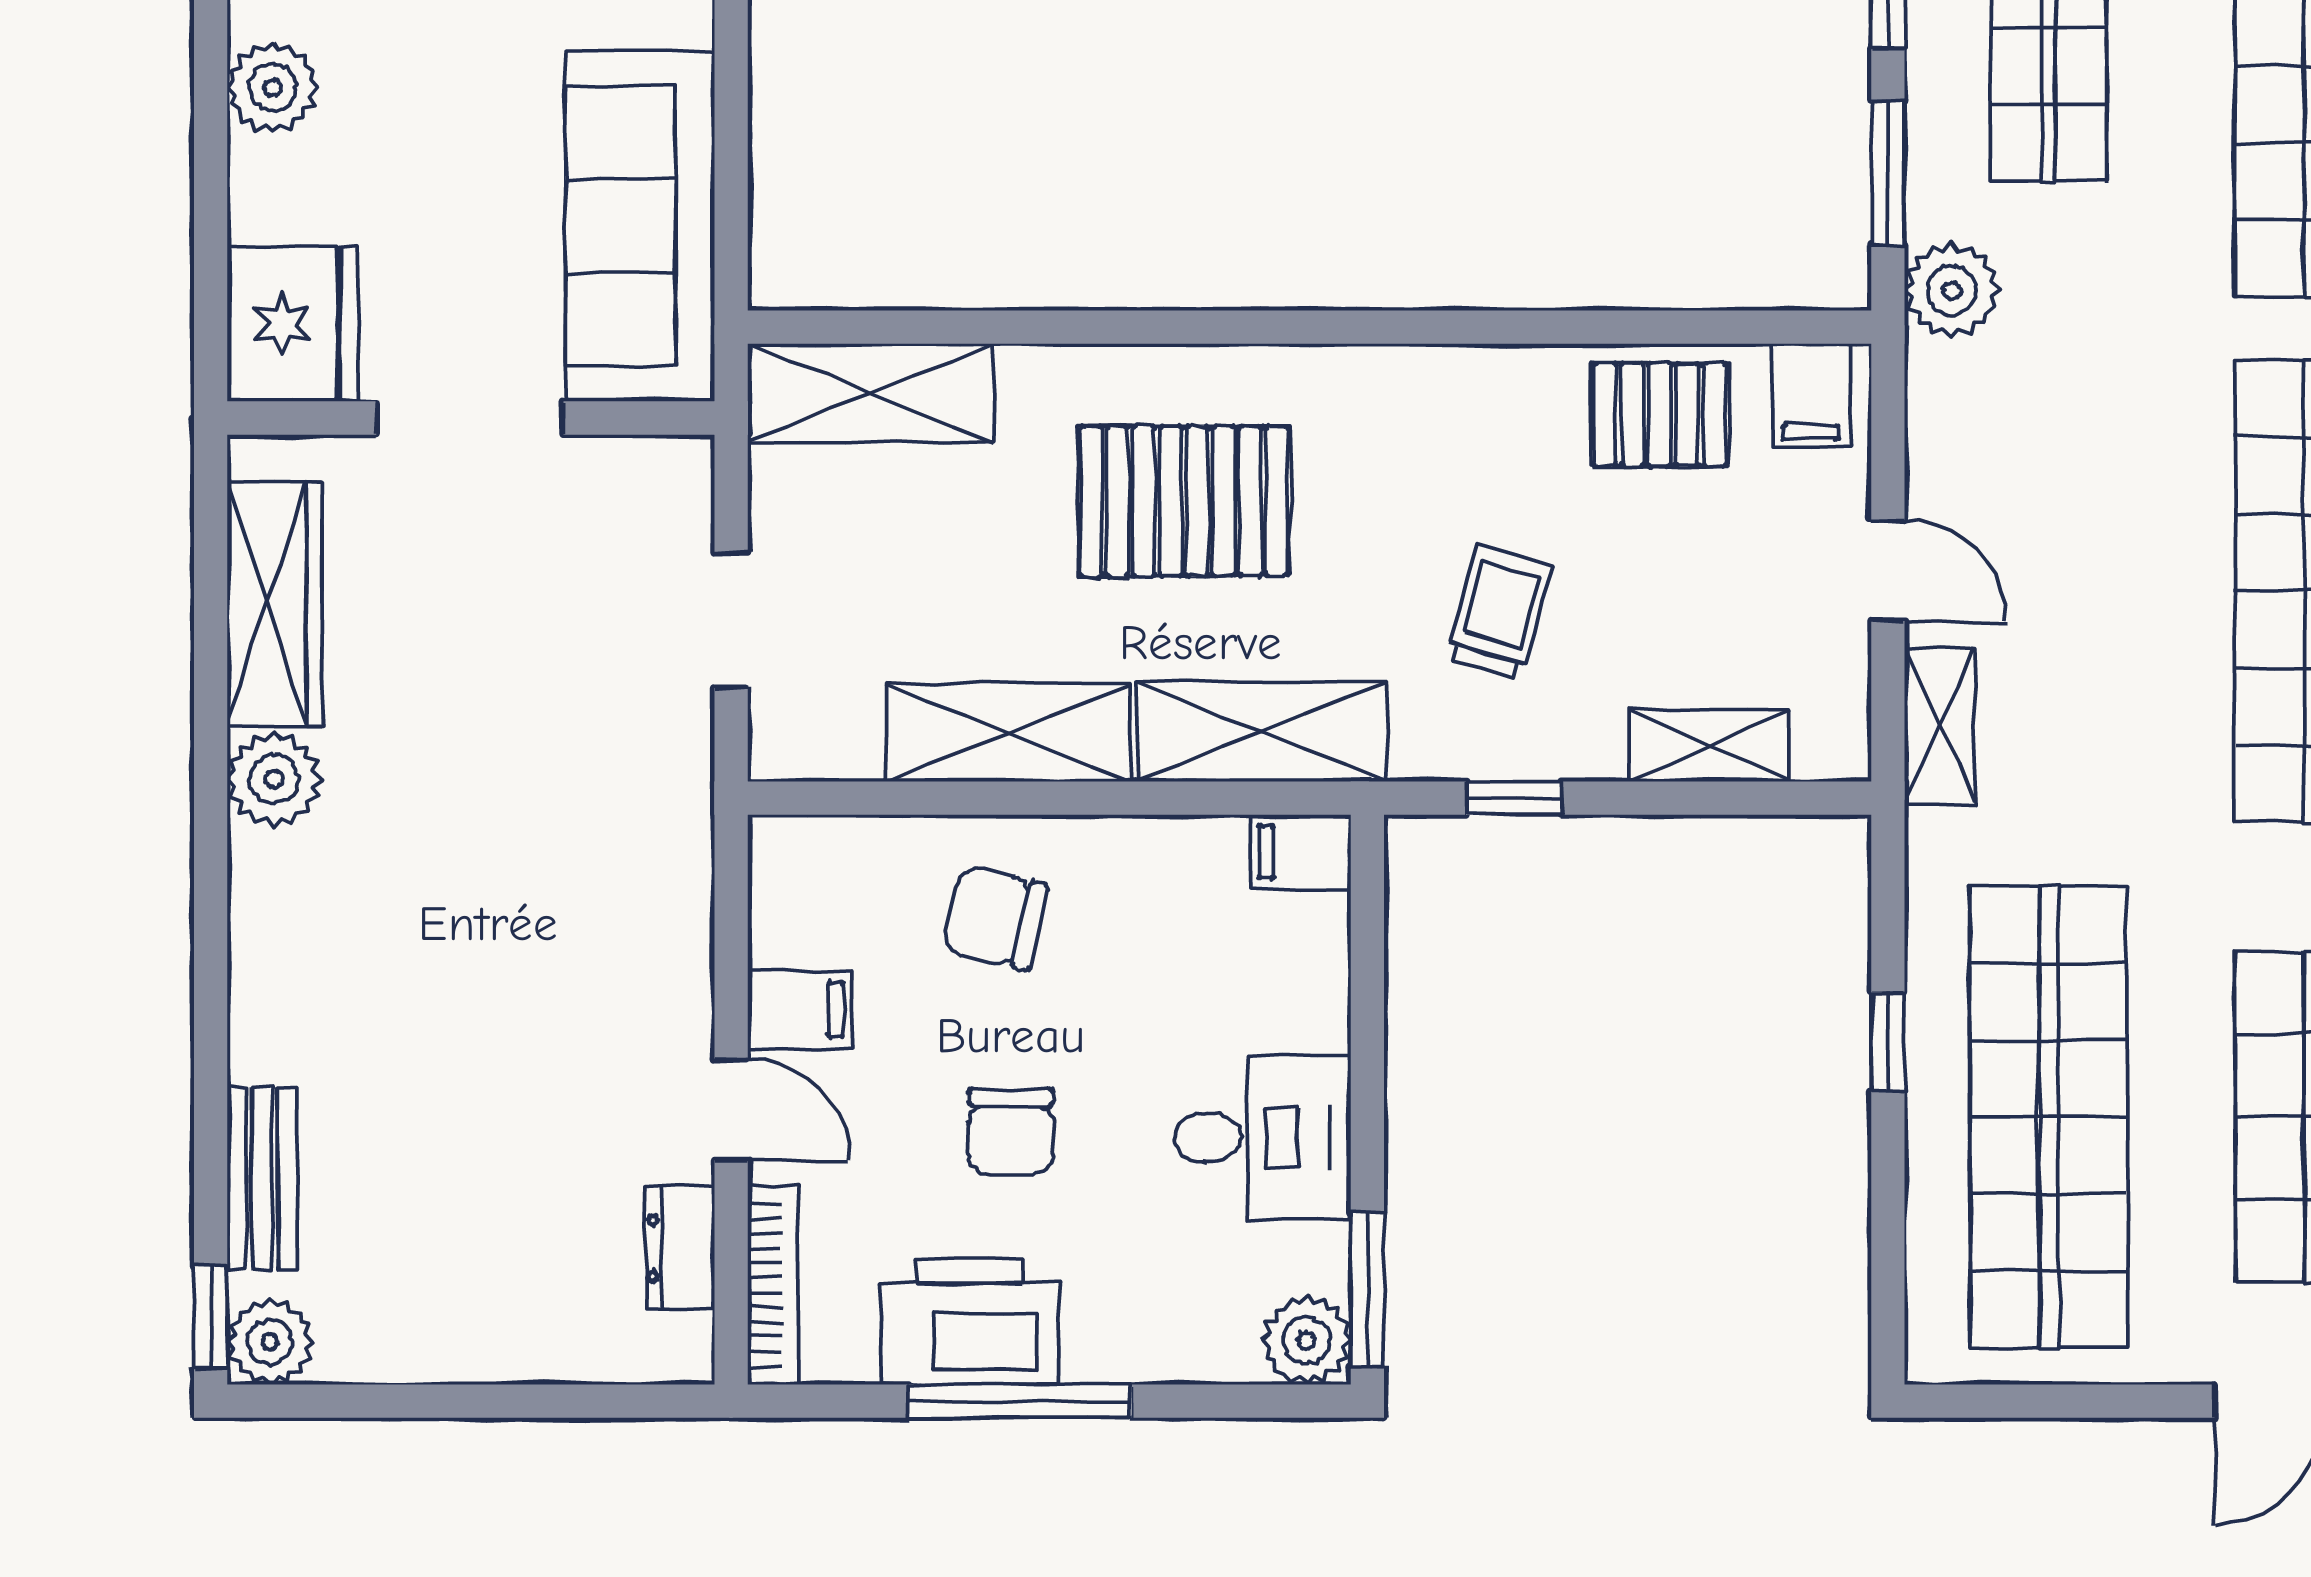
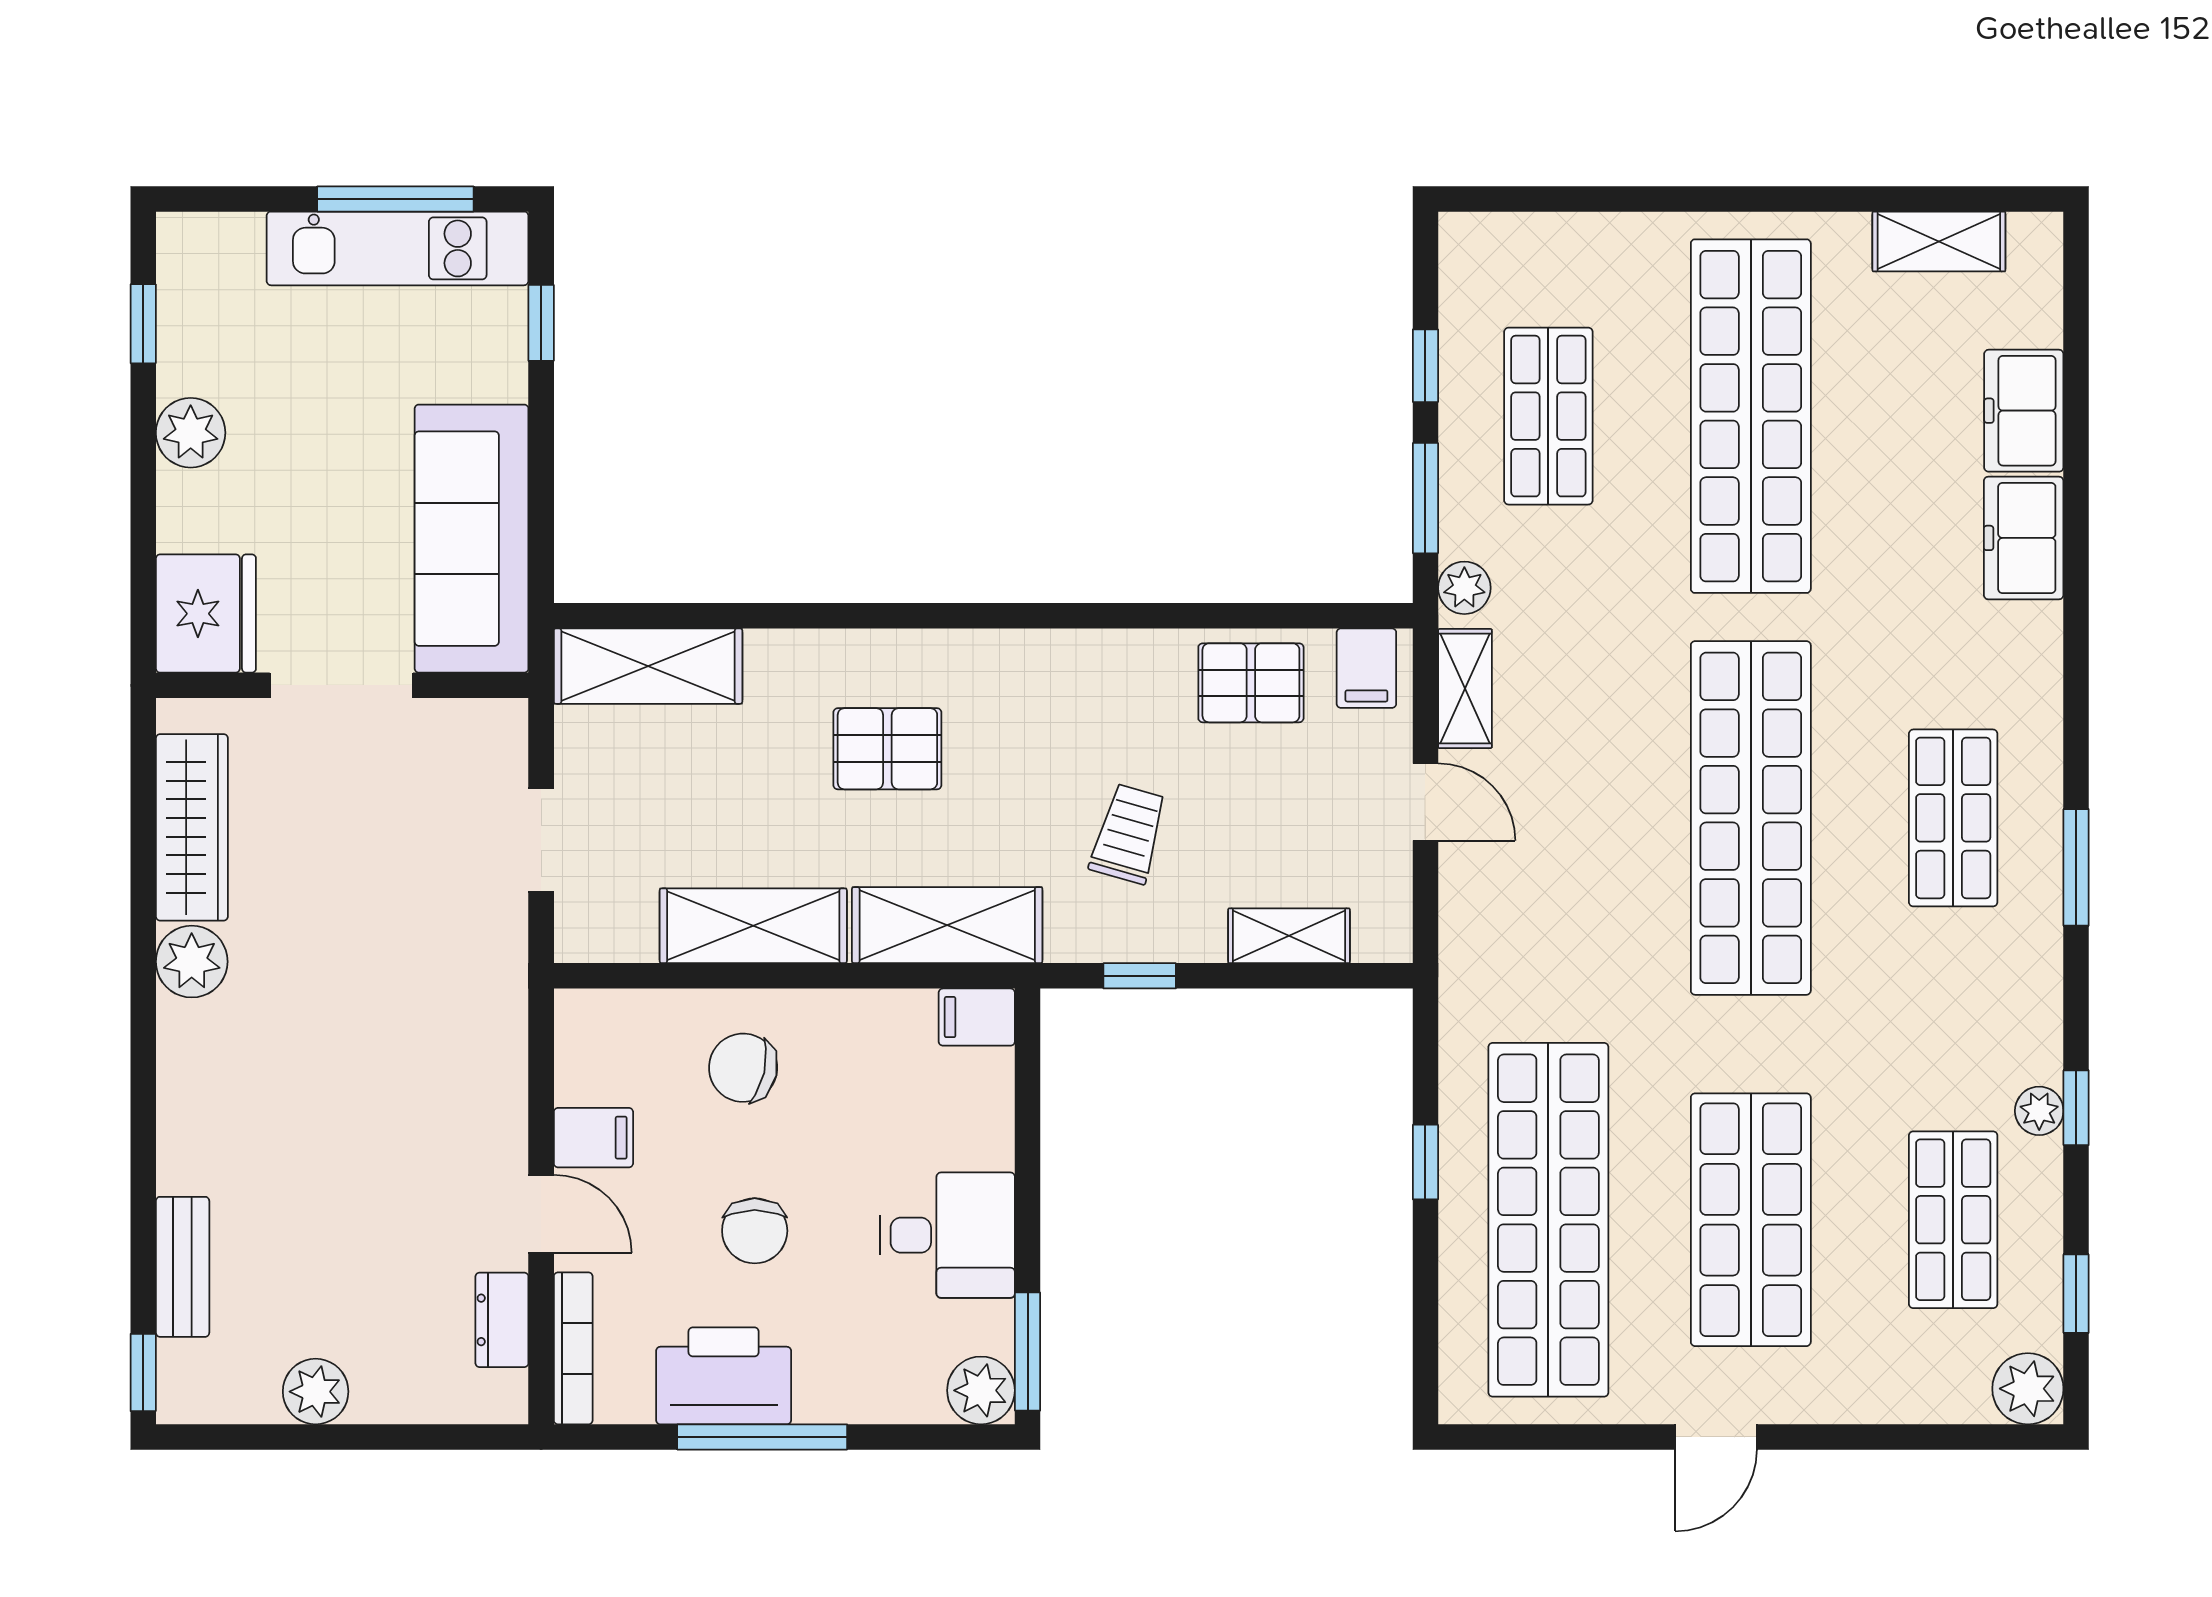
plant: (1952, 290) -> (1464, 588), width x0.73, depth x0.73
pallet: (1184, 501) -> (887, 749), width x0.67, depth x0.71
shelving: (1939, 726) -> (1465, 689), moved
plant: (270, 1342) -> (316, 1392), moved

